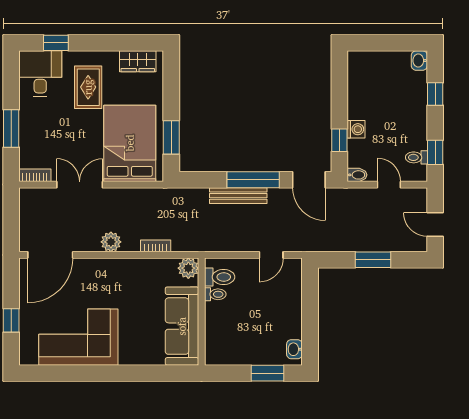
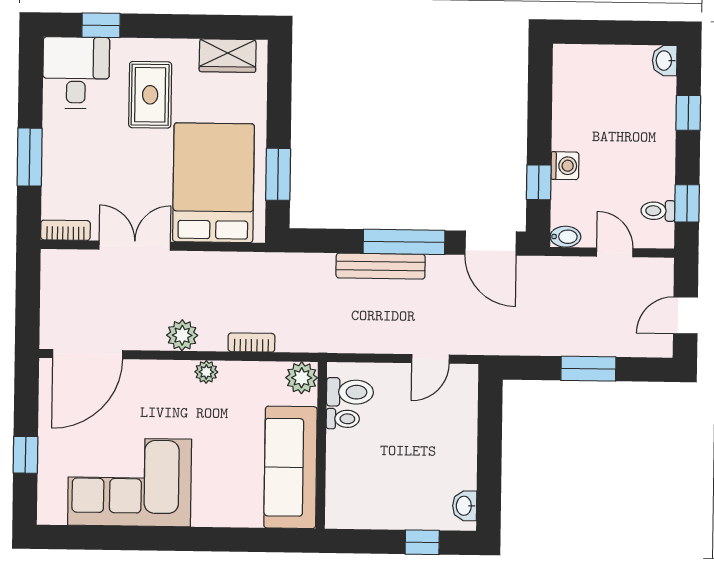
door: (435, 225) -> (685, 315), hinge flipped
plant: (127, 265) -> (206, 372), added
window: (267, 373) -> (422, 542), width x0.67

